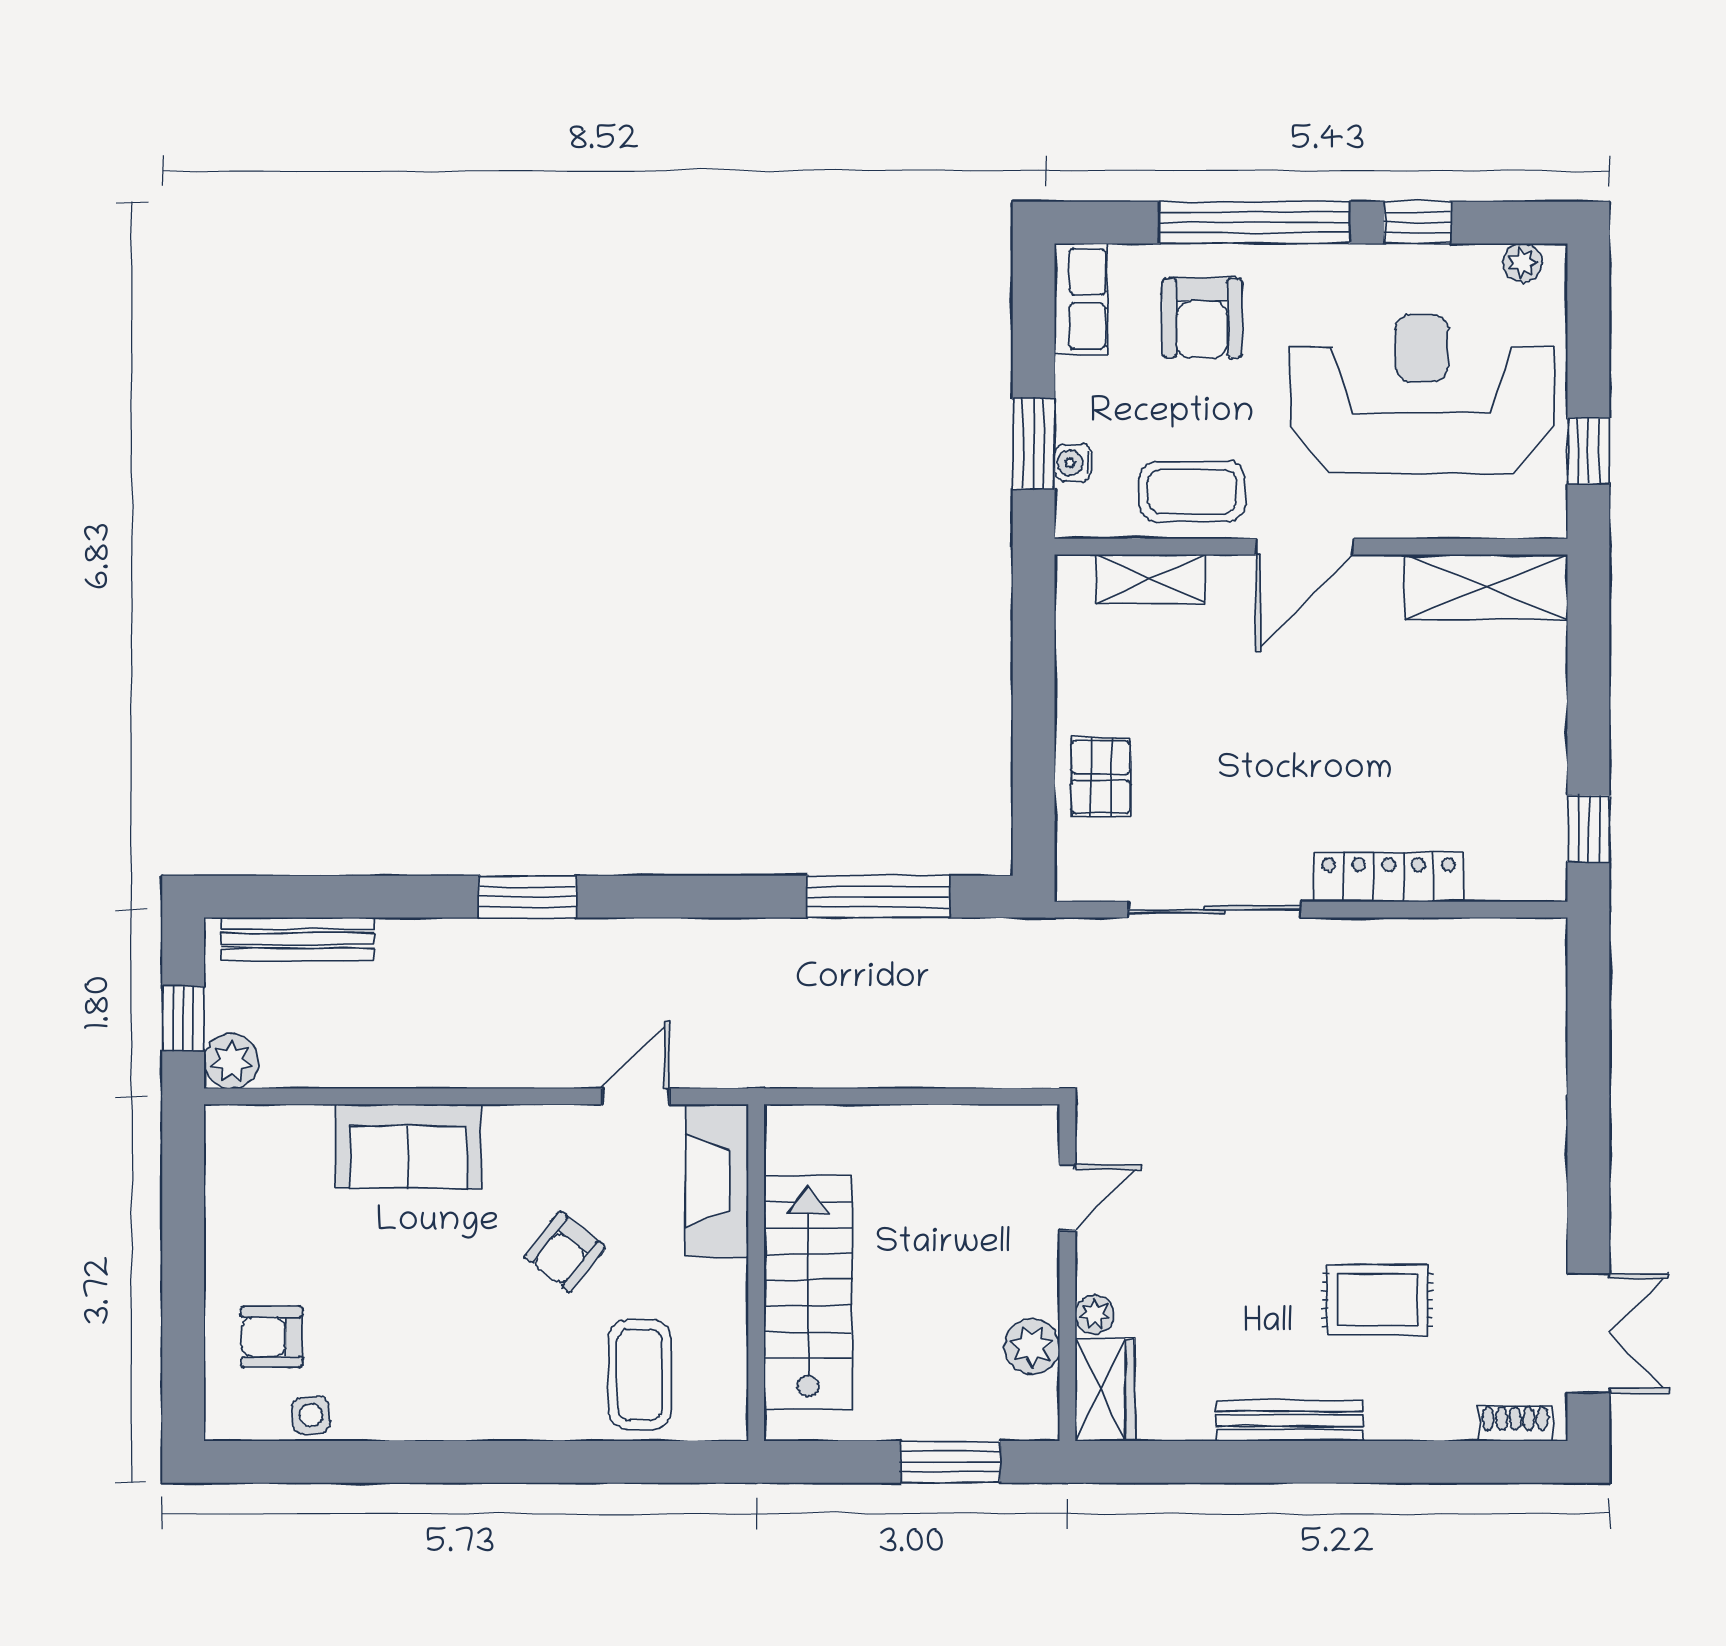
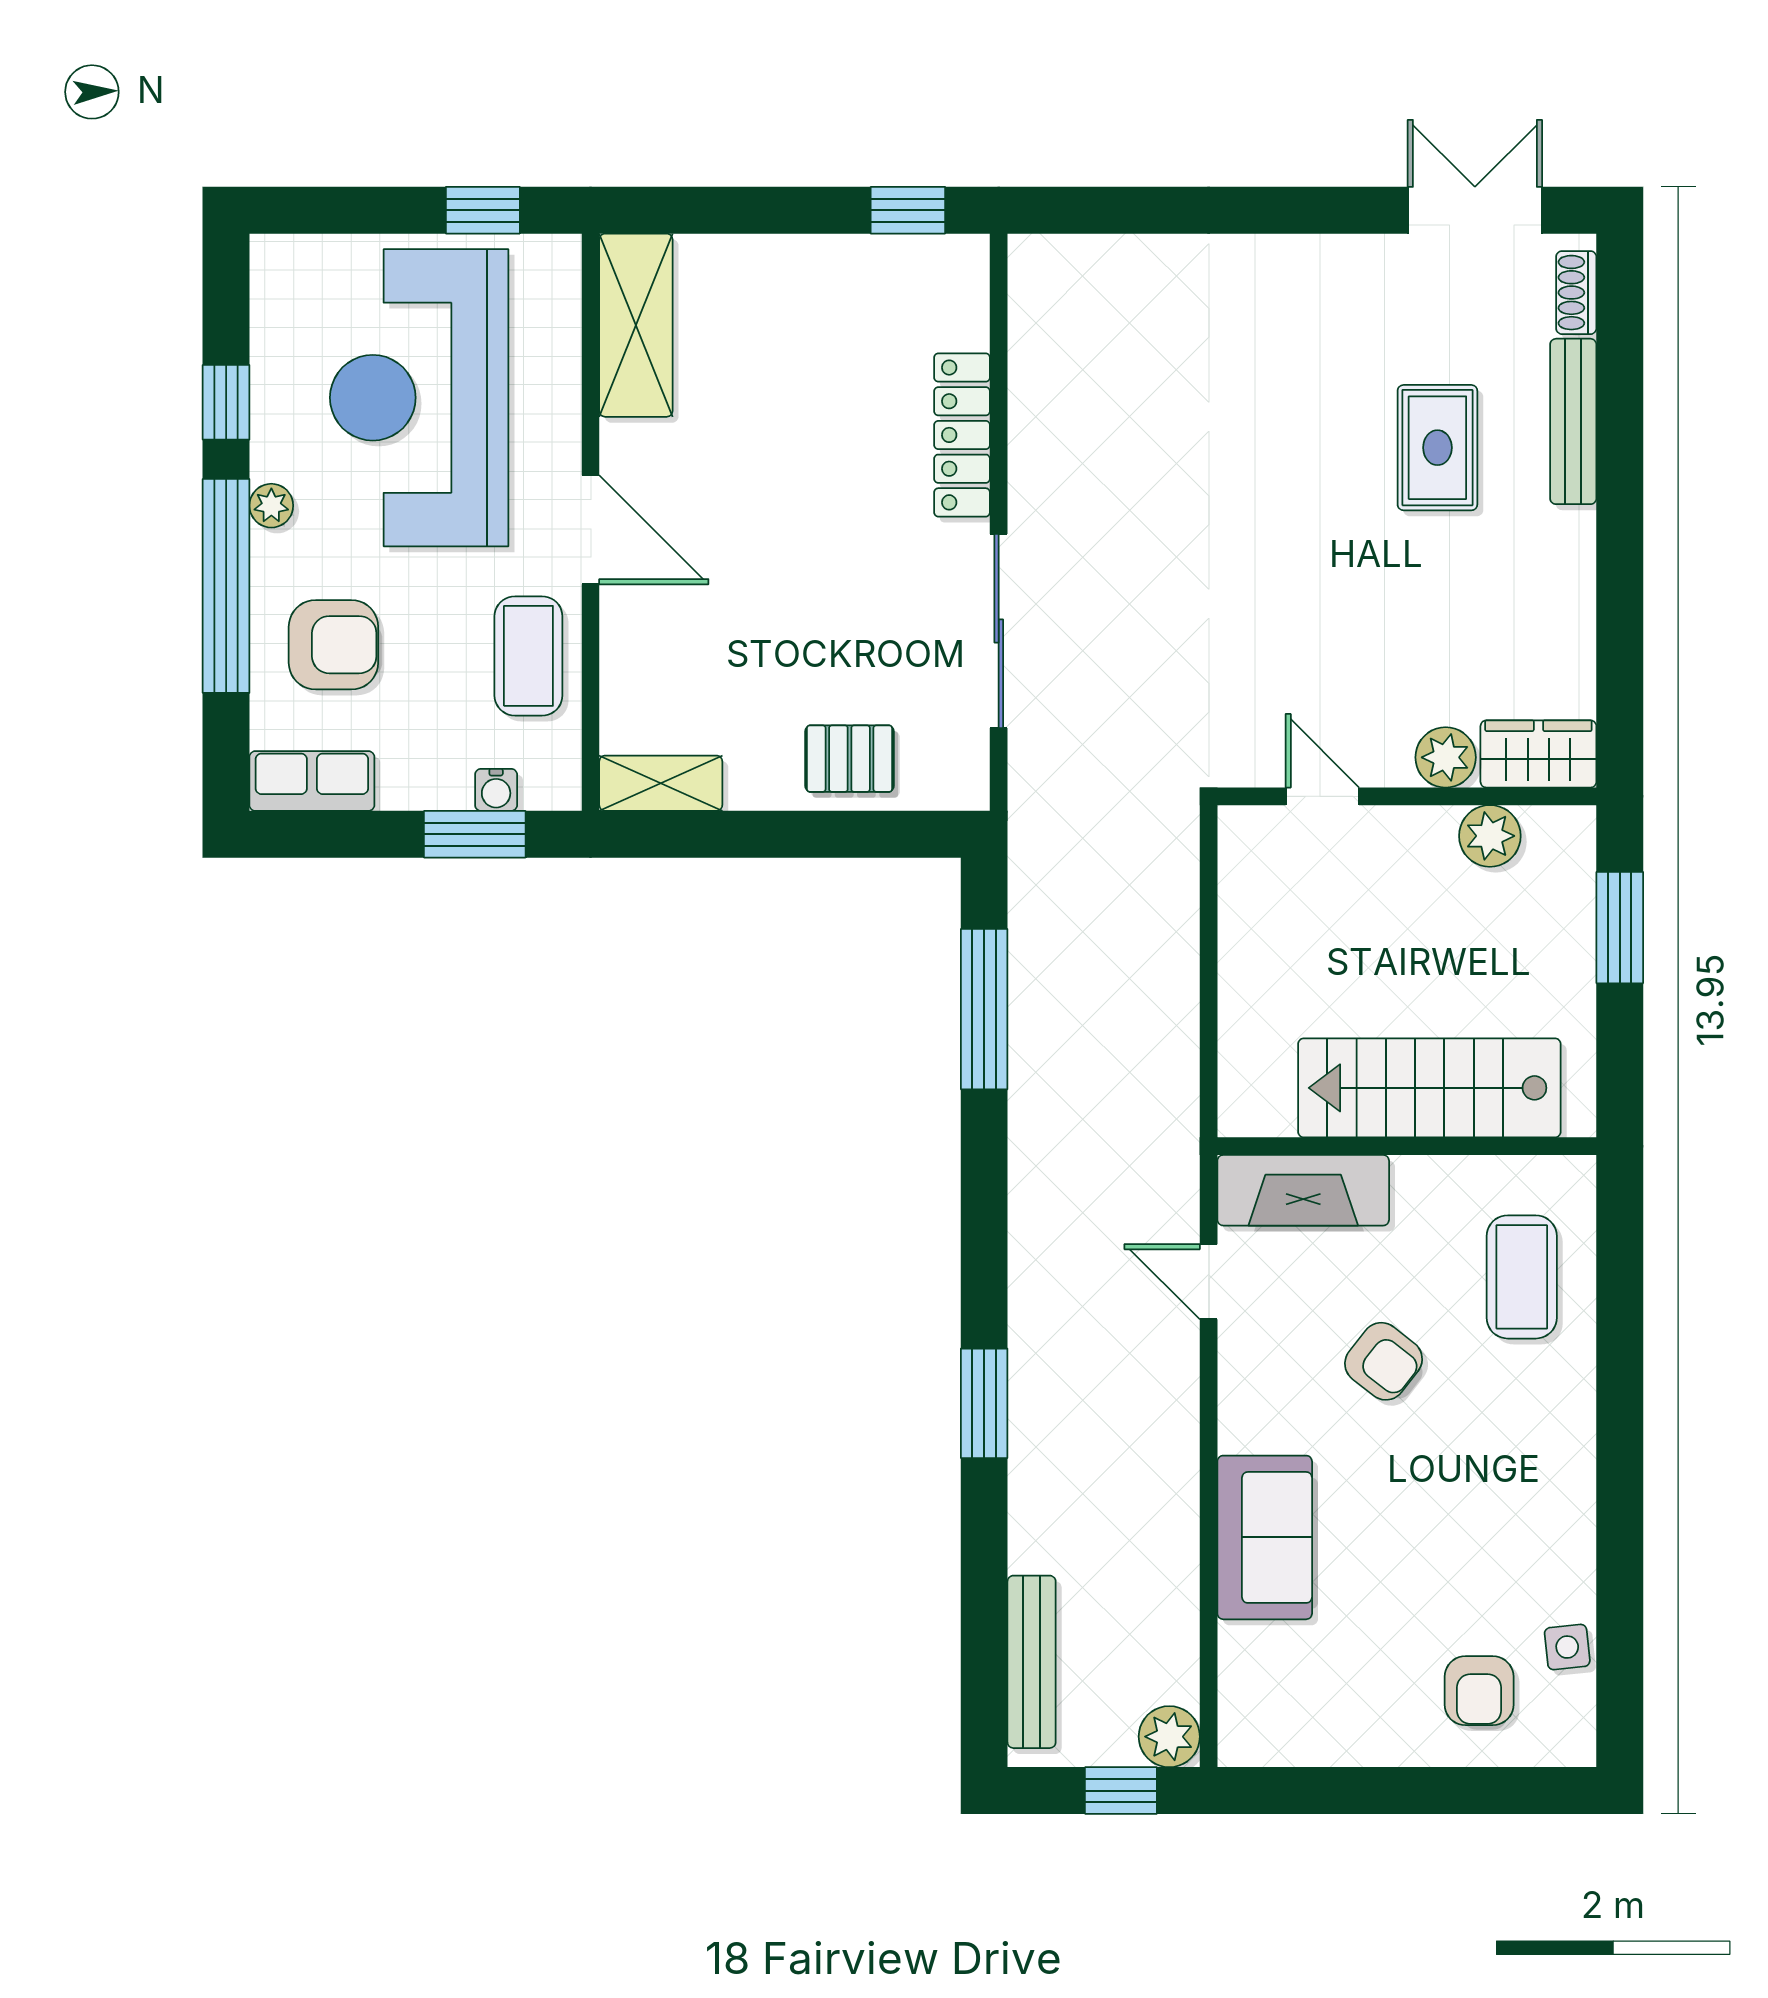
plant: (1523, 263) -> (271, 506), moved
shelving: (1151, 579) -> (661, 783), moved, turned 90
plant: (1095, 1314) -> (1446, 757), width x1.38, depth x1.38
coffee table: (640, 1375) -> (1522, 1277), turned 90
bench: (1289, 1421) -> (1573, 421), moved

